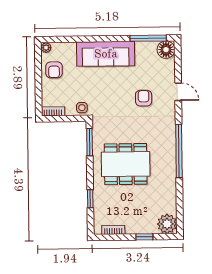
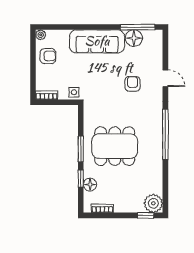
floor lamp: (166, 50) -> (134, 38), moved
armchair: (54, 70) -> (48, 56), turned -90
window: (90, 142) -> (81, 149), moved
floor lamp: (100, 205) -> (90, 185), added
window: (144, 237) -> (146, 215), moved

